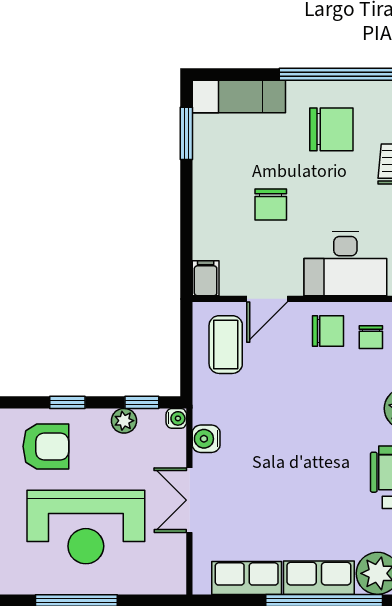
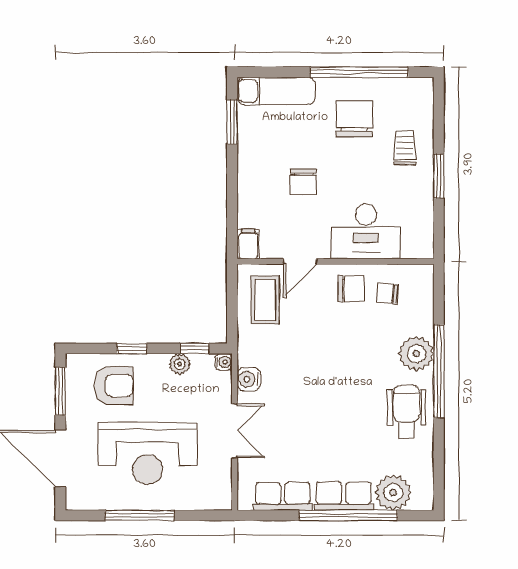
chair: (331, 129) -> (354, 119), turned -90
chair: (371, 337) -> (387, 294), turned 95
double door: (189, 500) -> (235, 431), swing flipped

